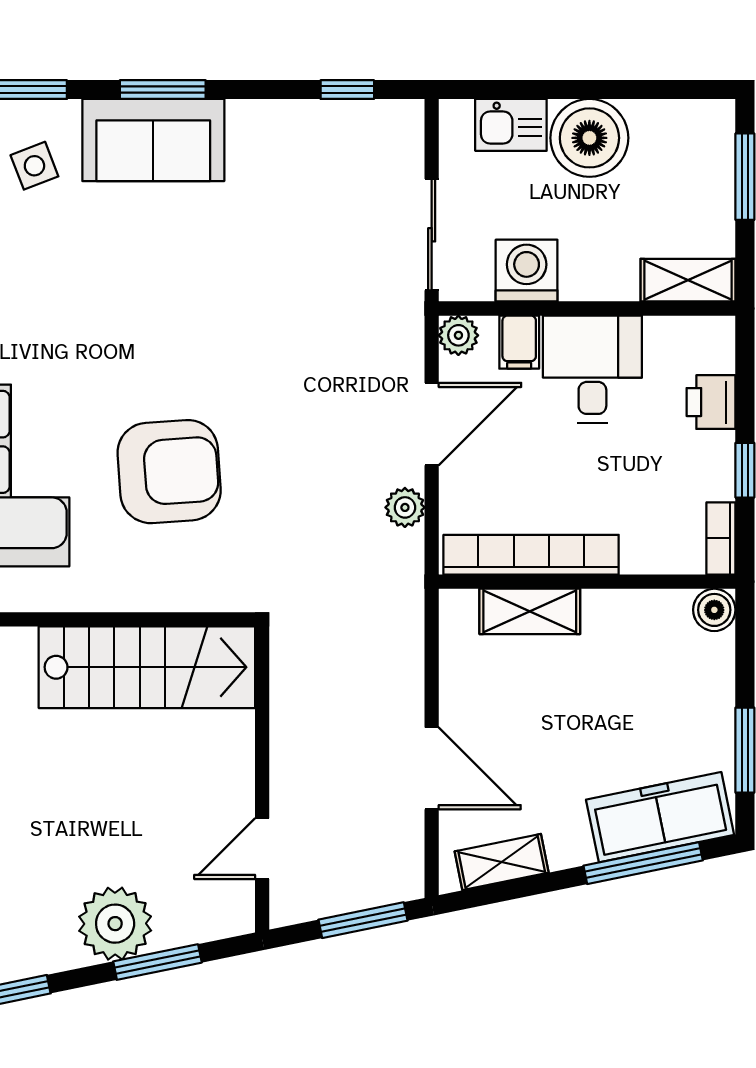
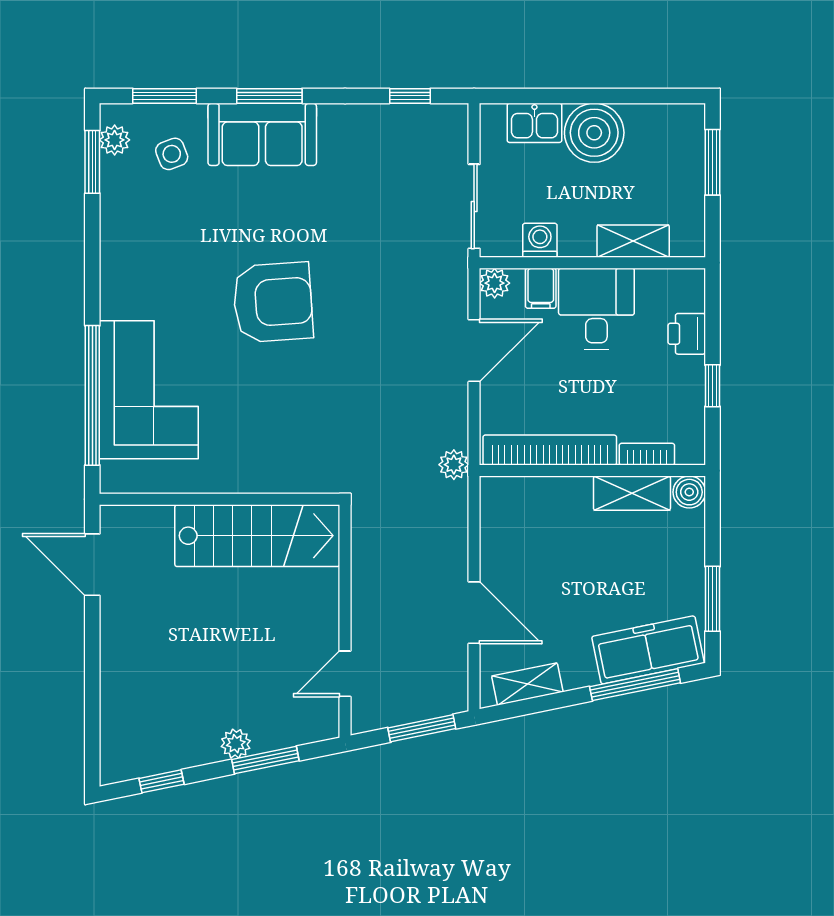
washing machine: (527, 271) -> (540, 240), width x0.73, depth x0.73
shelving: (688, 280) -> (633, 241), moved
armchair: (169, 472) -> (273, 302), moved
plant: (405, 507) -> (454, 465), moved
bookcase: (721, 538) -> (647, 454), moved, turned 90
shelving: (530, 611) -> (632, 493), moved
plant: (115, 924) -> (236, 744), width x0.53, depth x0.53

